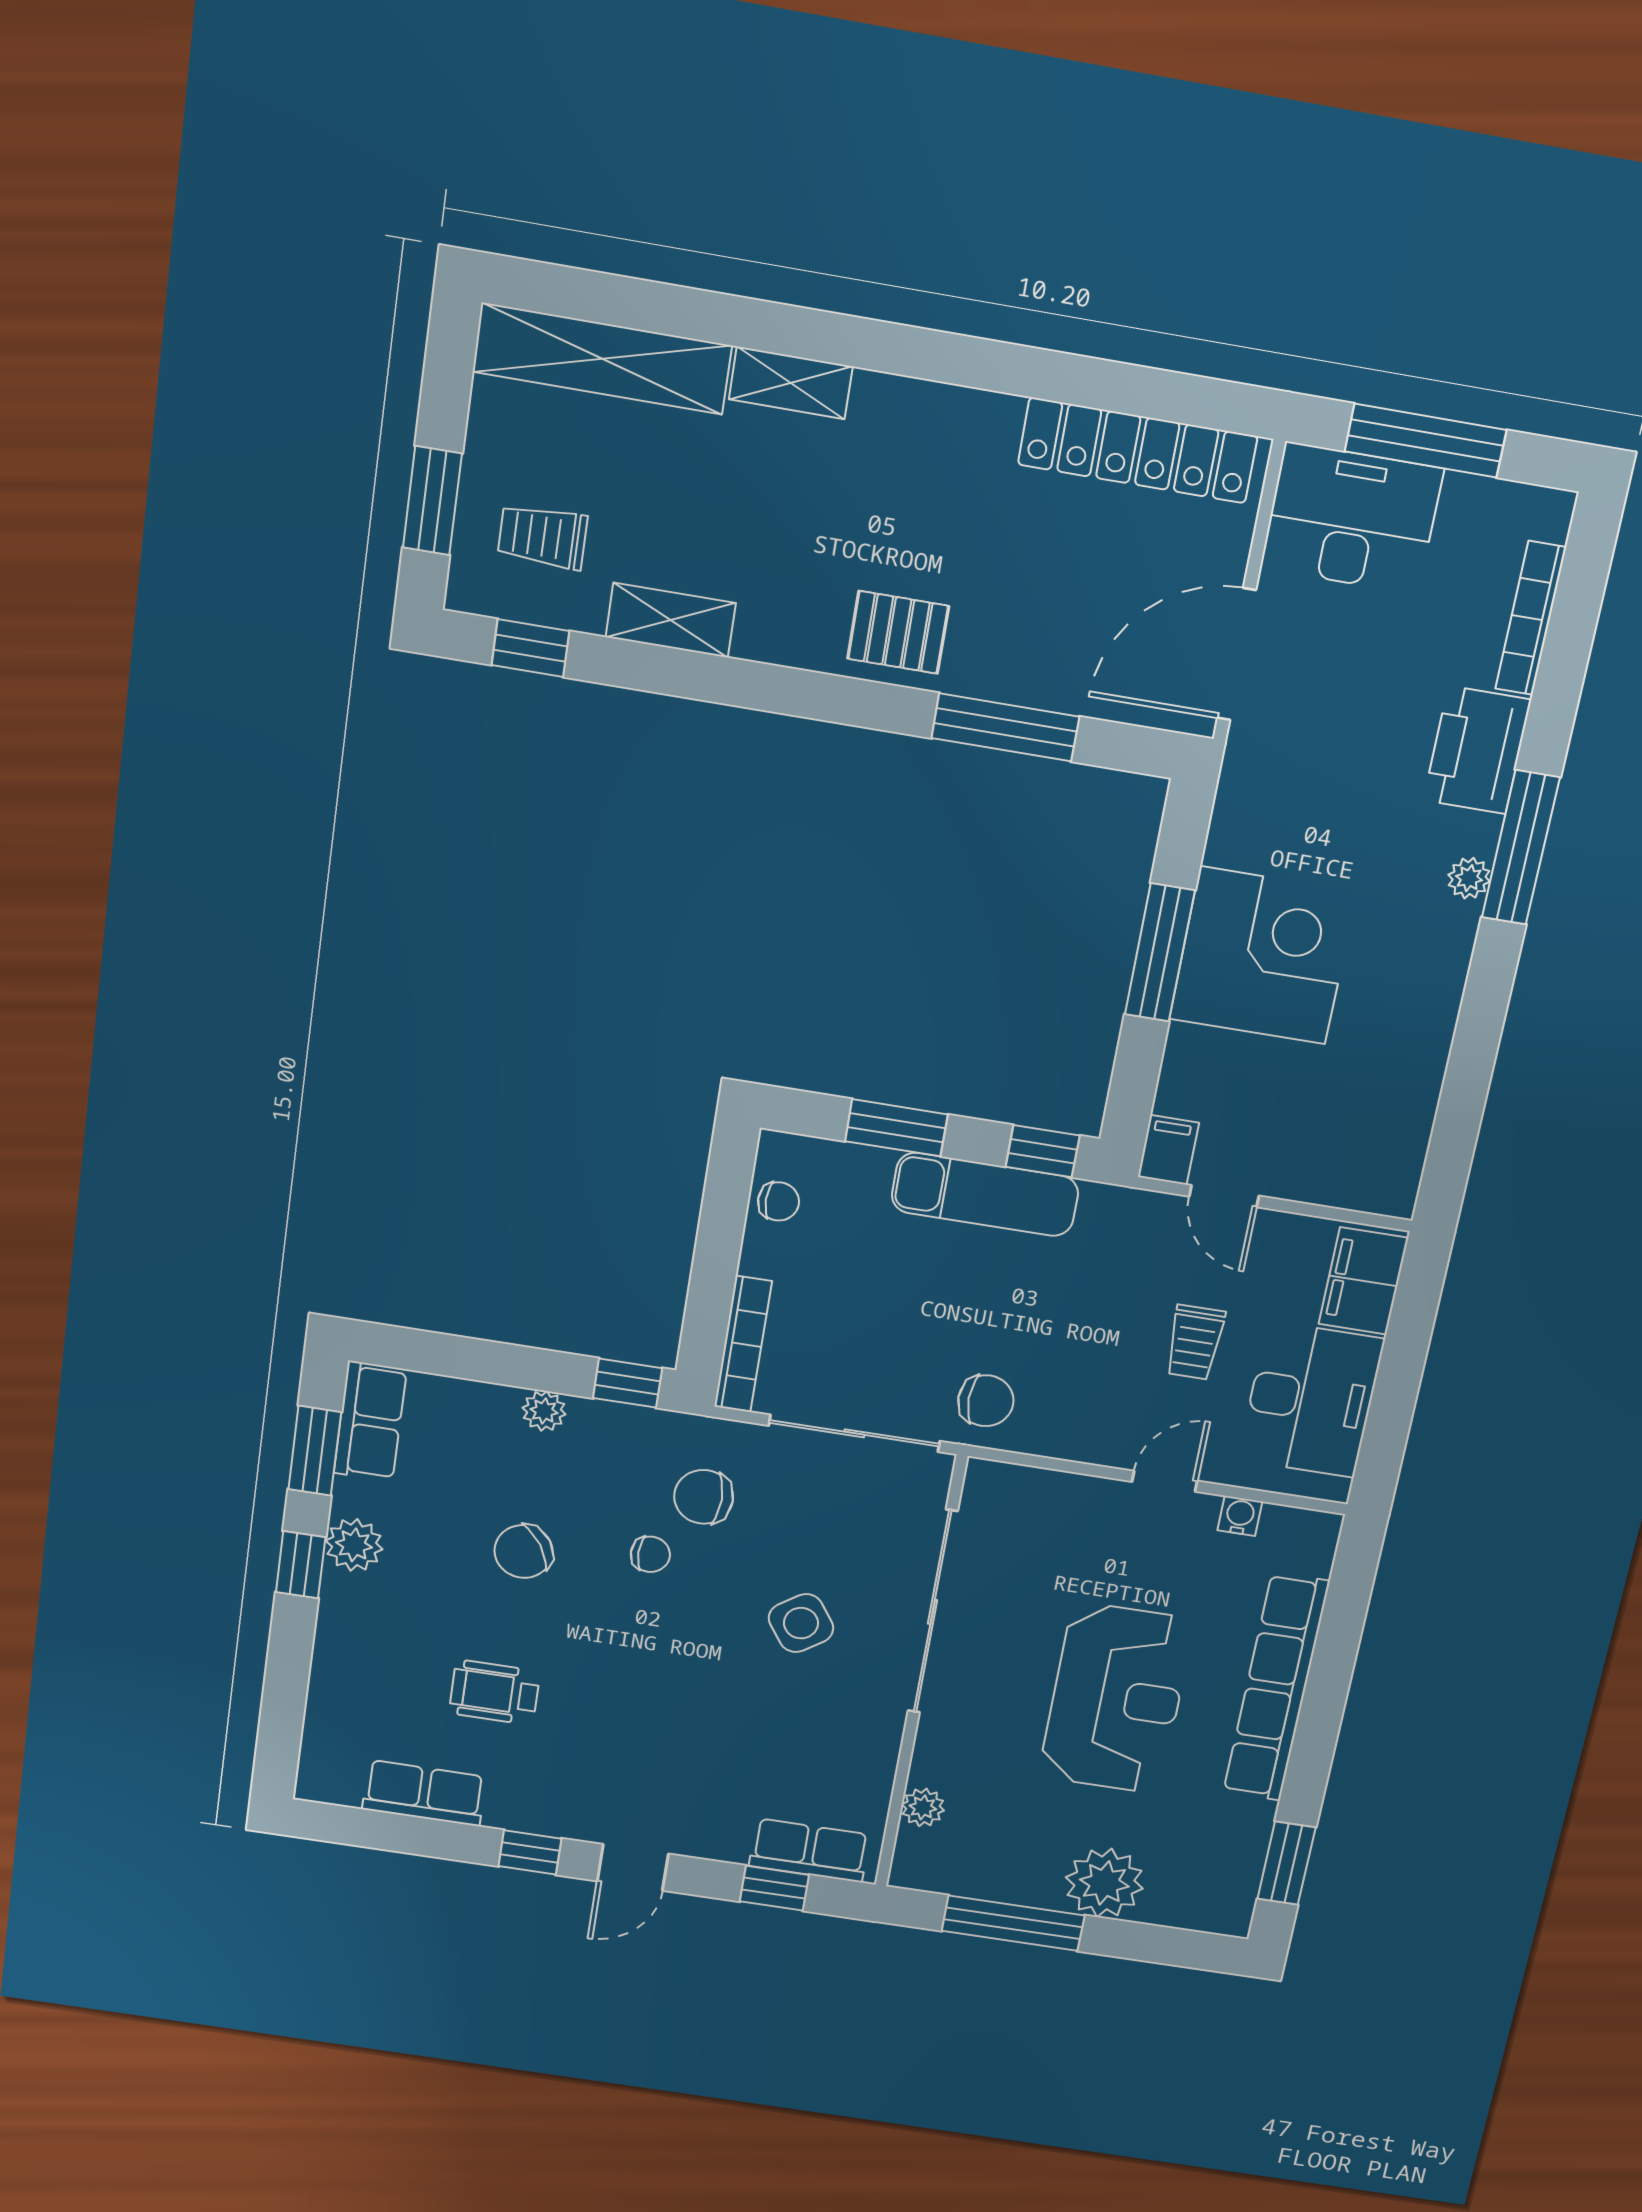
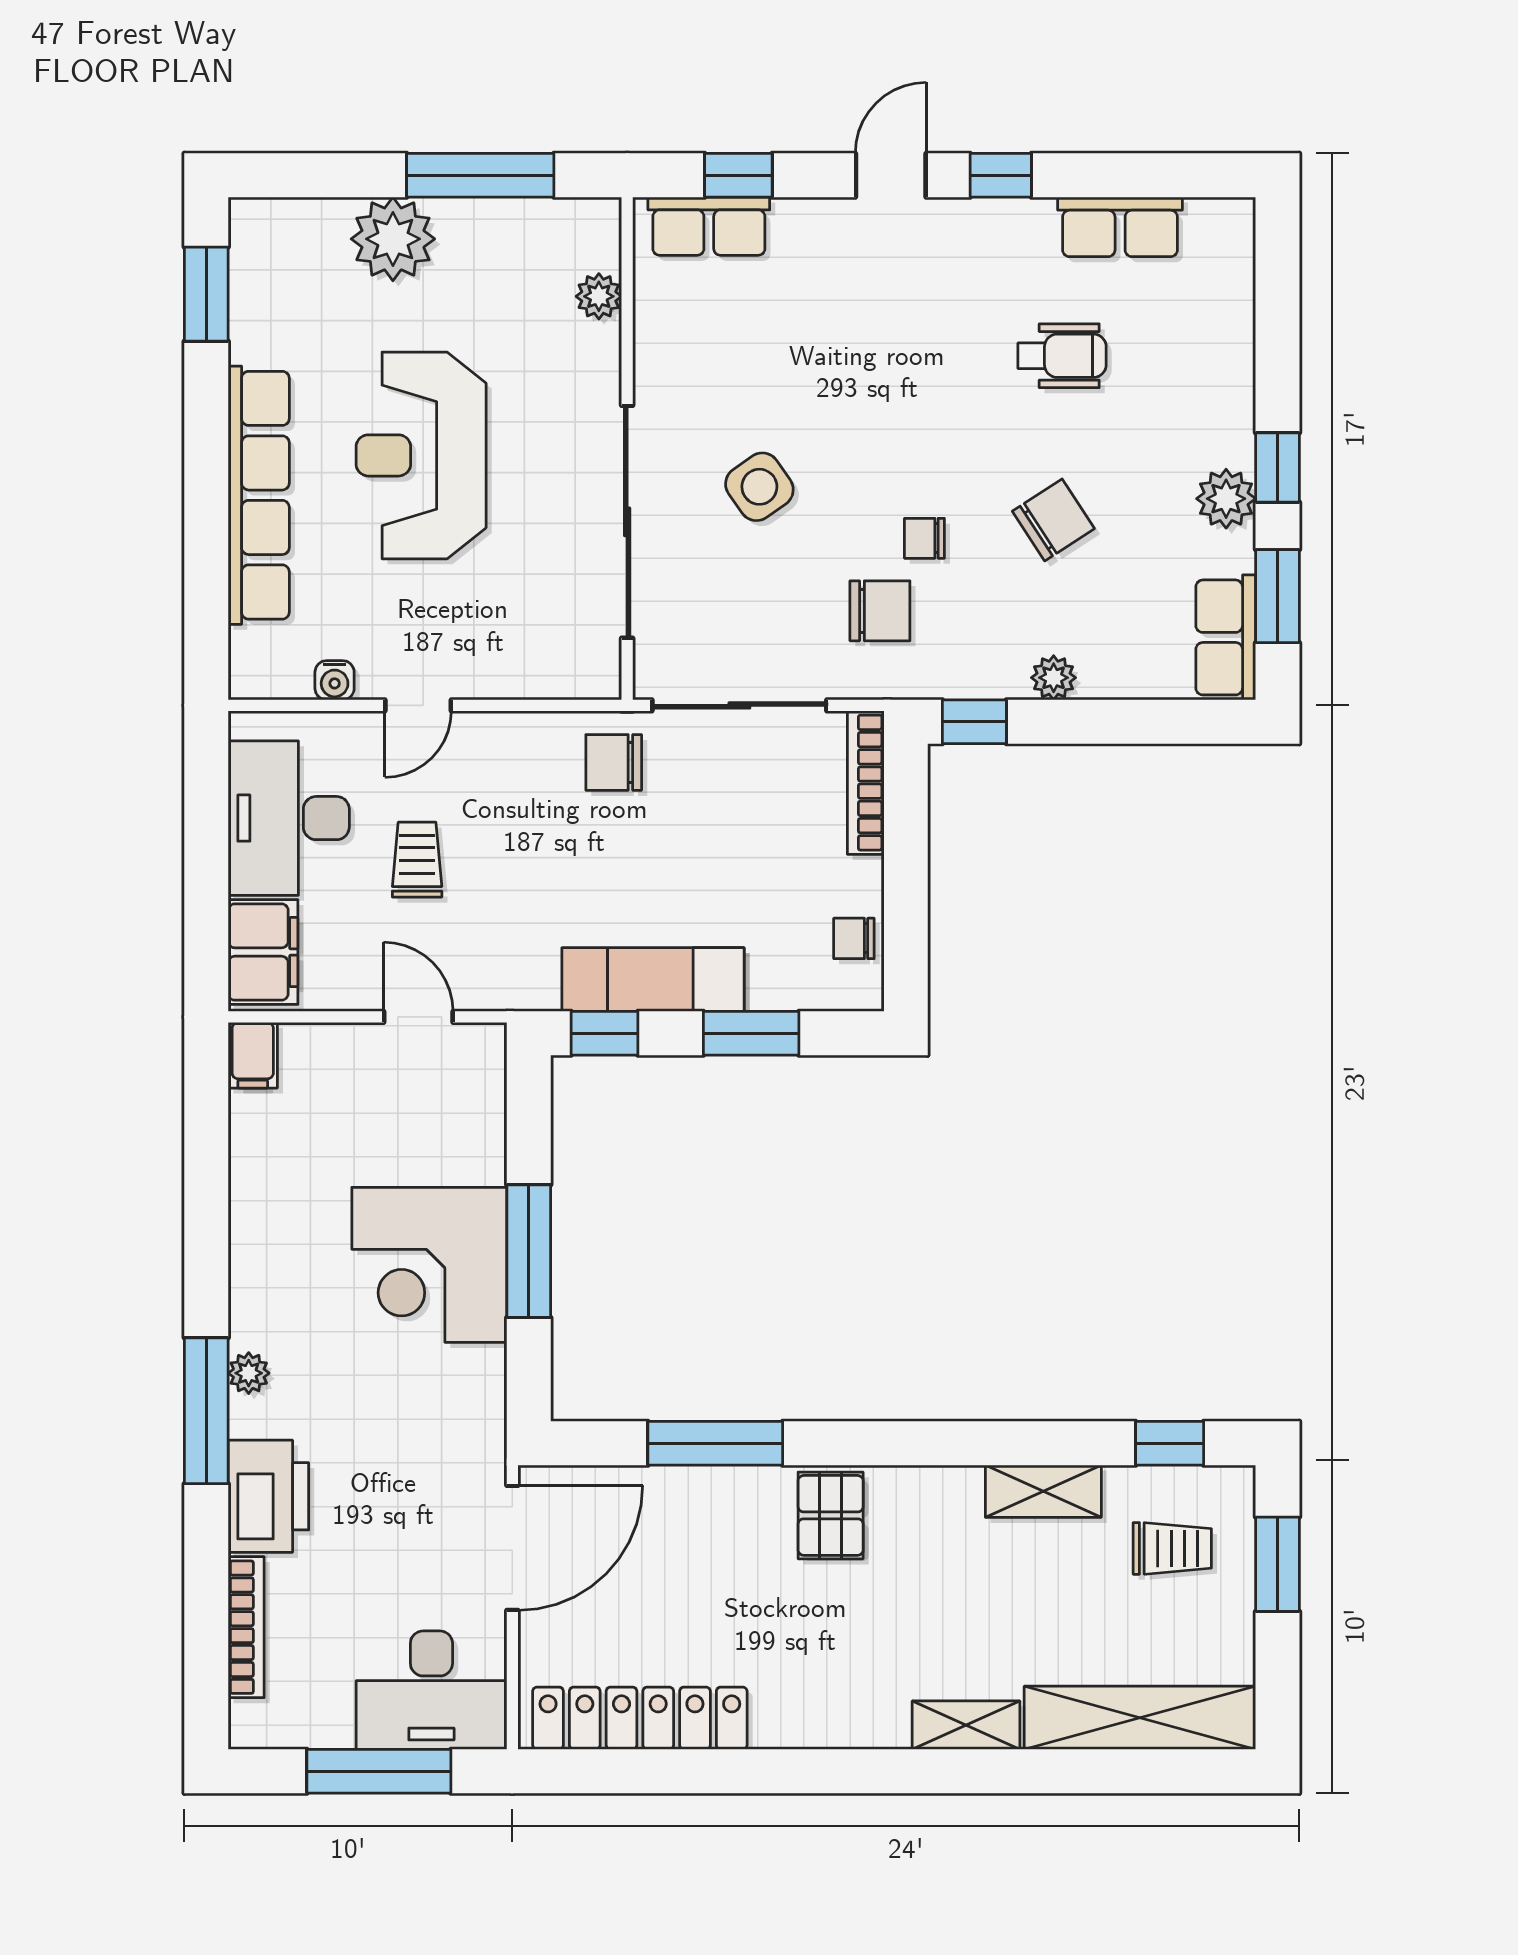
pallet: (898, 632) -> (831, 1515), turned 90
filing cabinet: (1168, 1150) -> (253, 1055), moved

